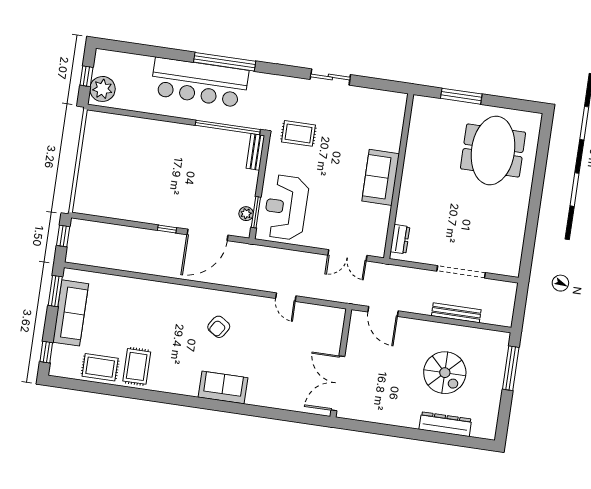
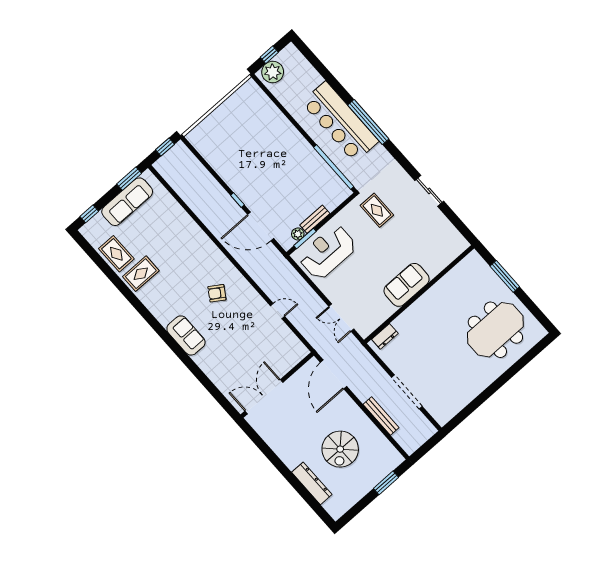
bench: (255, 152) -> (315, 219), moved
door: (286, 297) -> (277, 311), swing flipped
door: (383, 311) -> (334, 374), width x1.36
window: (511, 368) -> (386, 483), width x0.69

